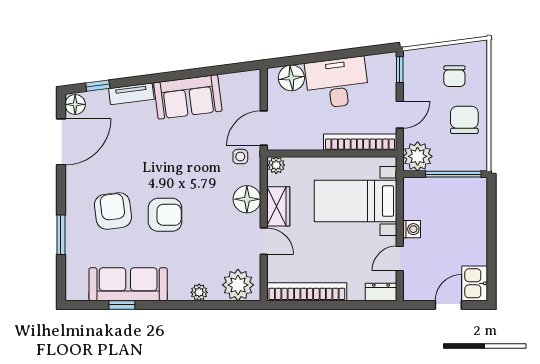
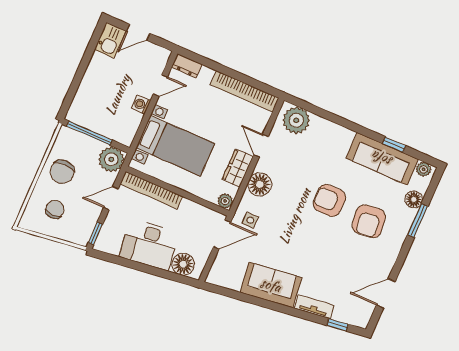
floor lamp: (75, 104) -> (414, 199), moved
door: (61, 142) -> (386, 293), width x0.73
plant: (199, 292) -> (423, 169), moved

